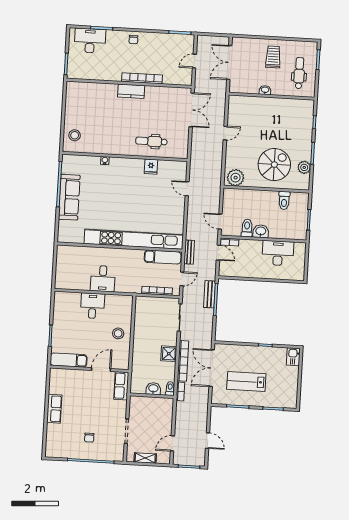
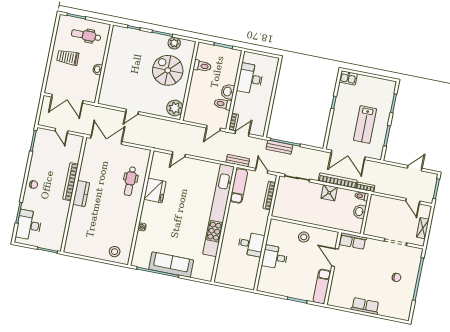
door: (225, 133) -> (132, 112), swing flipped
fridge: (151, 167) -> (155, 190), width x1.88, depth x1.34

